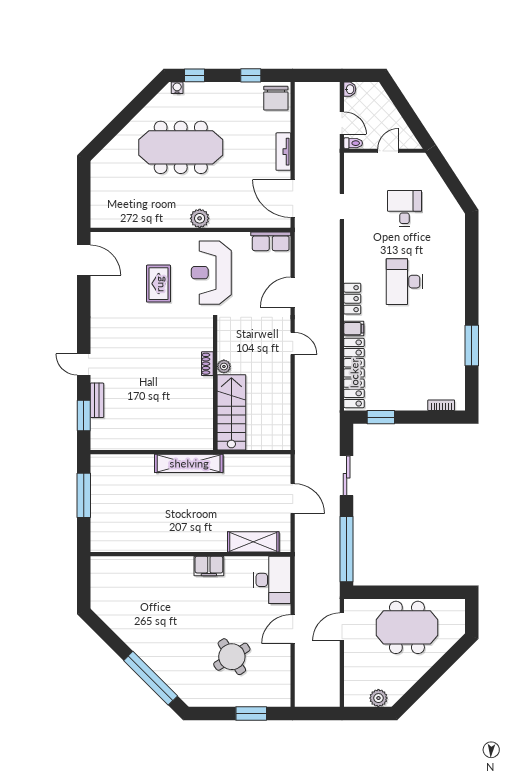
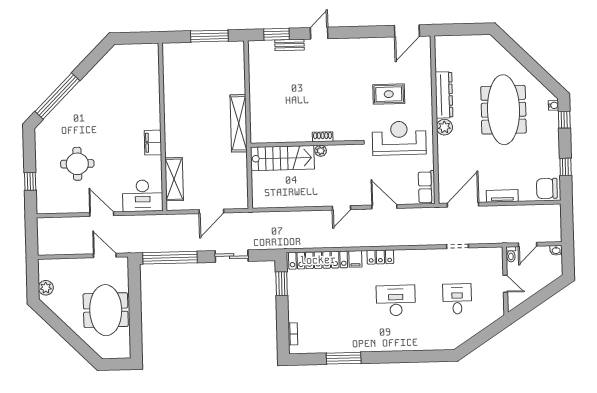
desk: (405, 208) -> (457, 299), turned -90
dresser: (161, 218) -> (444, 95), added
round table: (232, 657) -> (77, 164), turned 33
window: (251, 713) -> (30, 181), width x0.67

